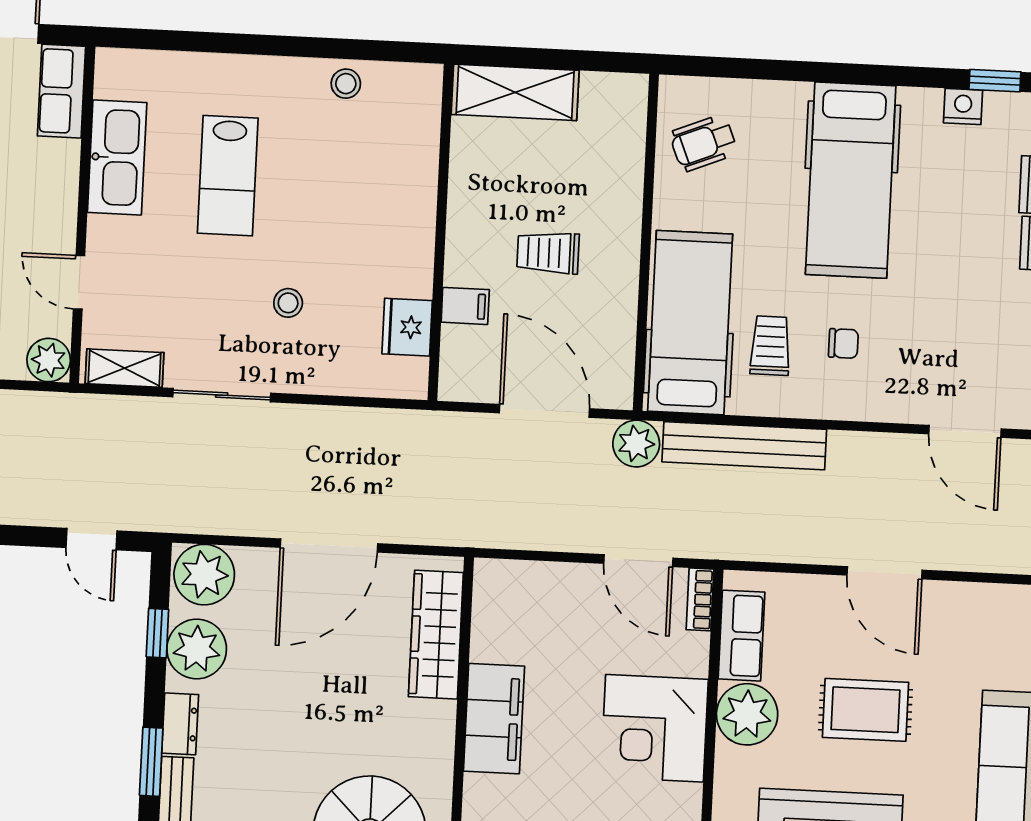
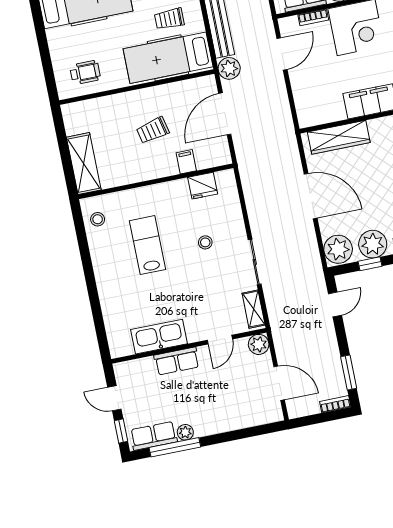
stool: (346, 84) -> (98, 219), moved
row of seats: (62, 91) -> (177, 361), moved
wheelchair: (703, 143) -> (85, 72), turned -68
lab bench: (228, 176) -> (147, 245), moved, turned -90
trolley: (548, 253) -> (153, 130), turned 77
bookcase: (700, 599) -> (313, 17), moved

